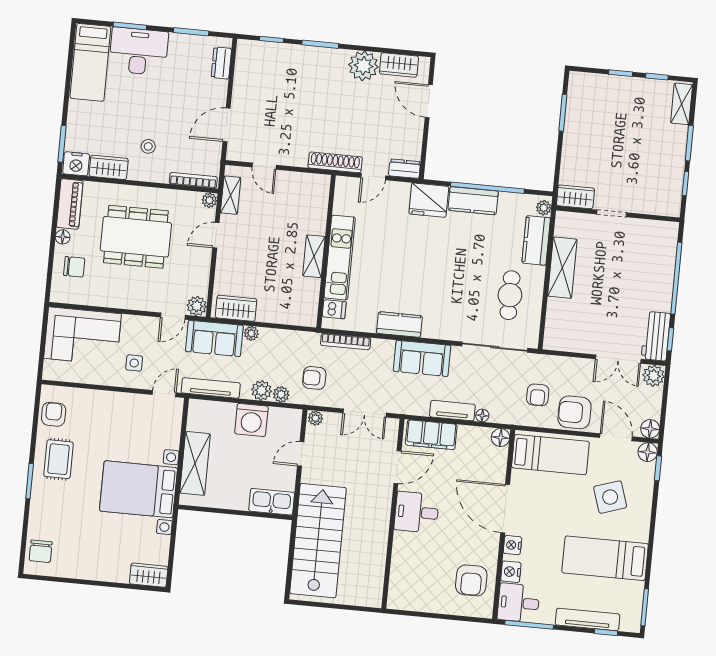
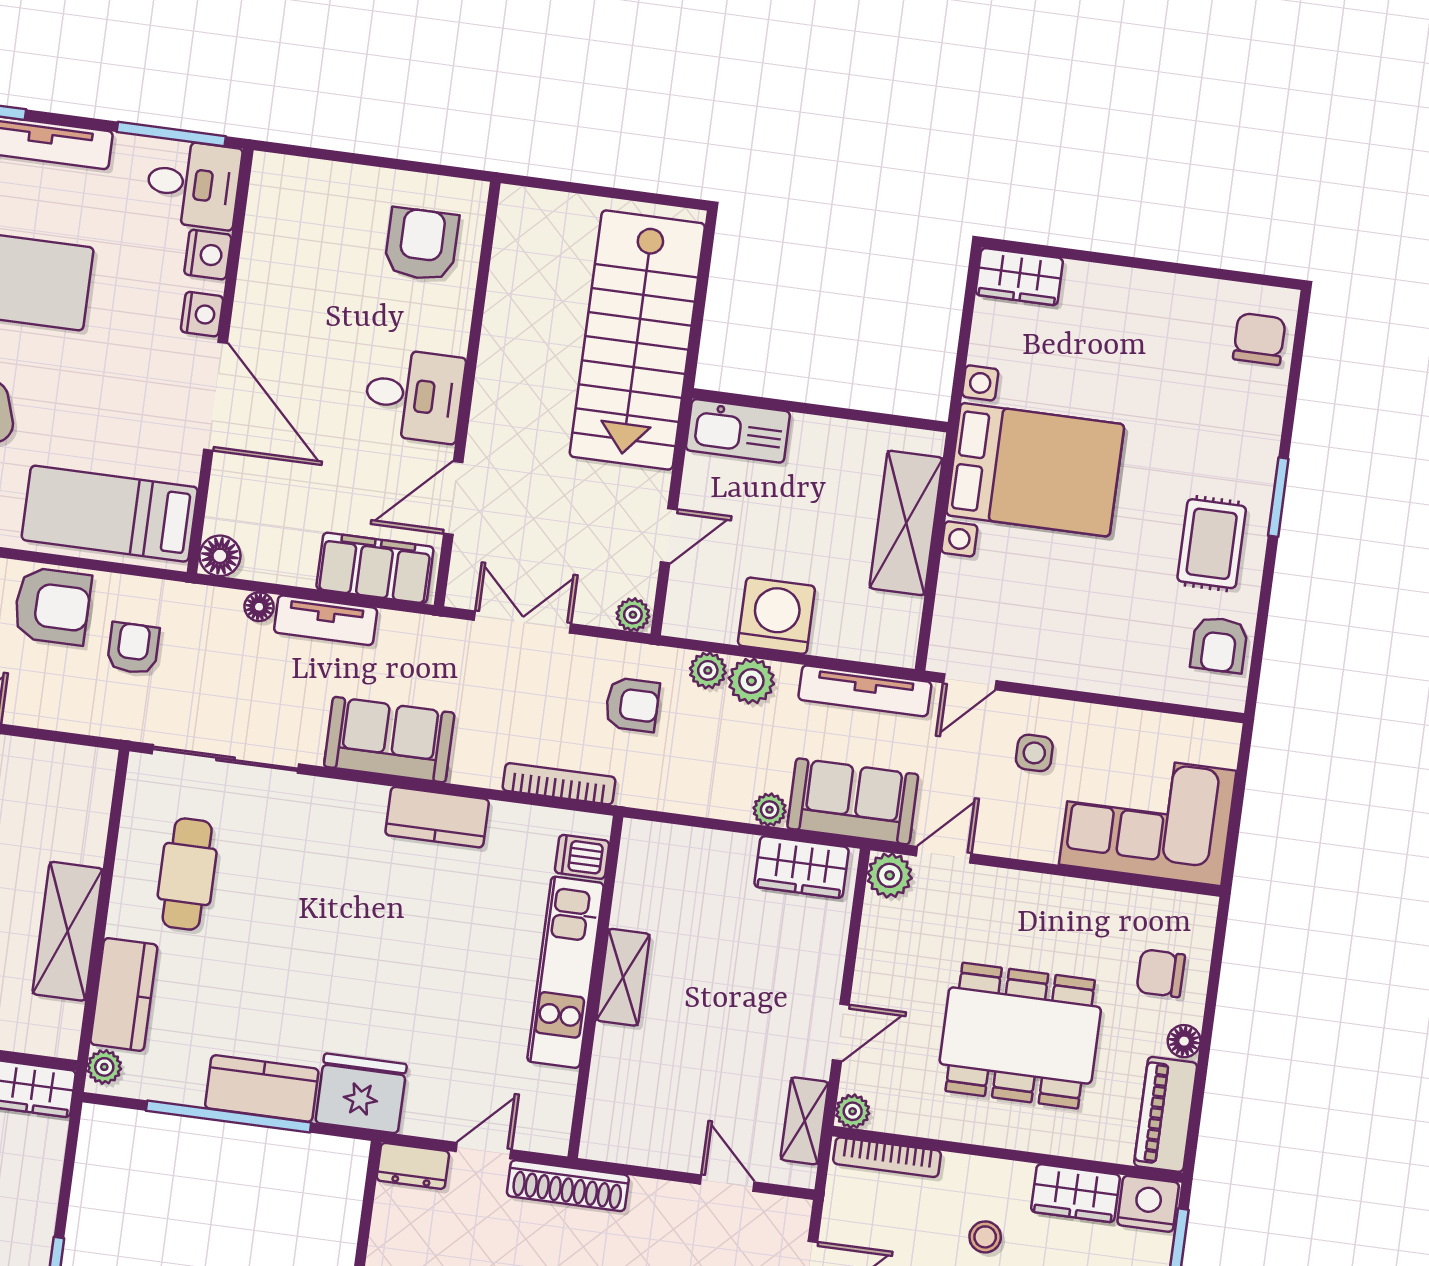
armchair: (471, 580) -> (422, 244), moved

